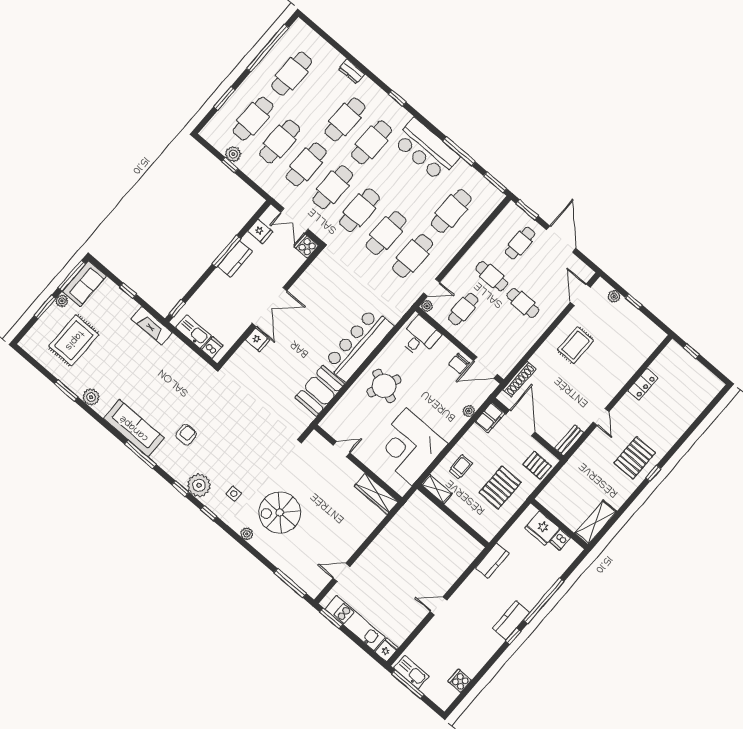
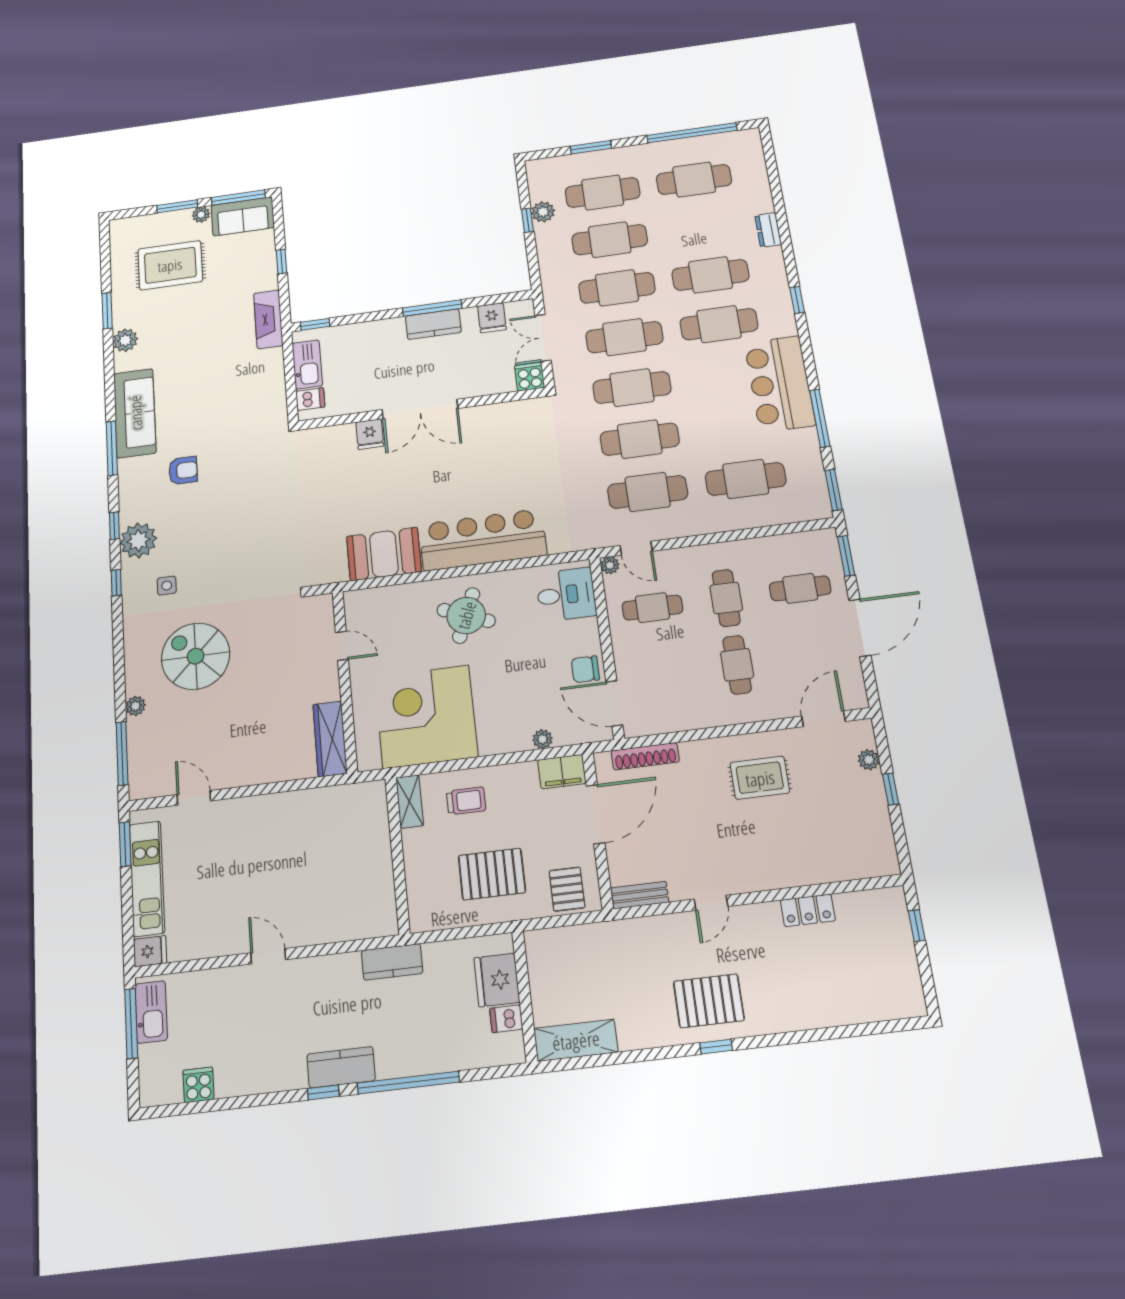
plant: (247, 534) -> (135, 706), moved

